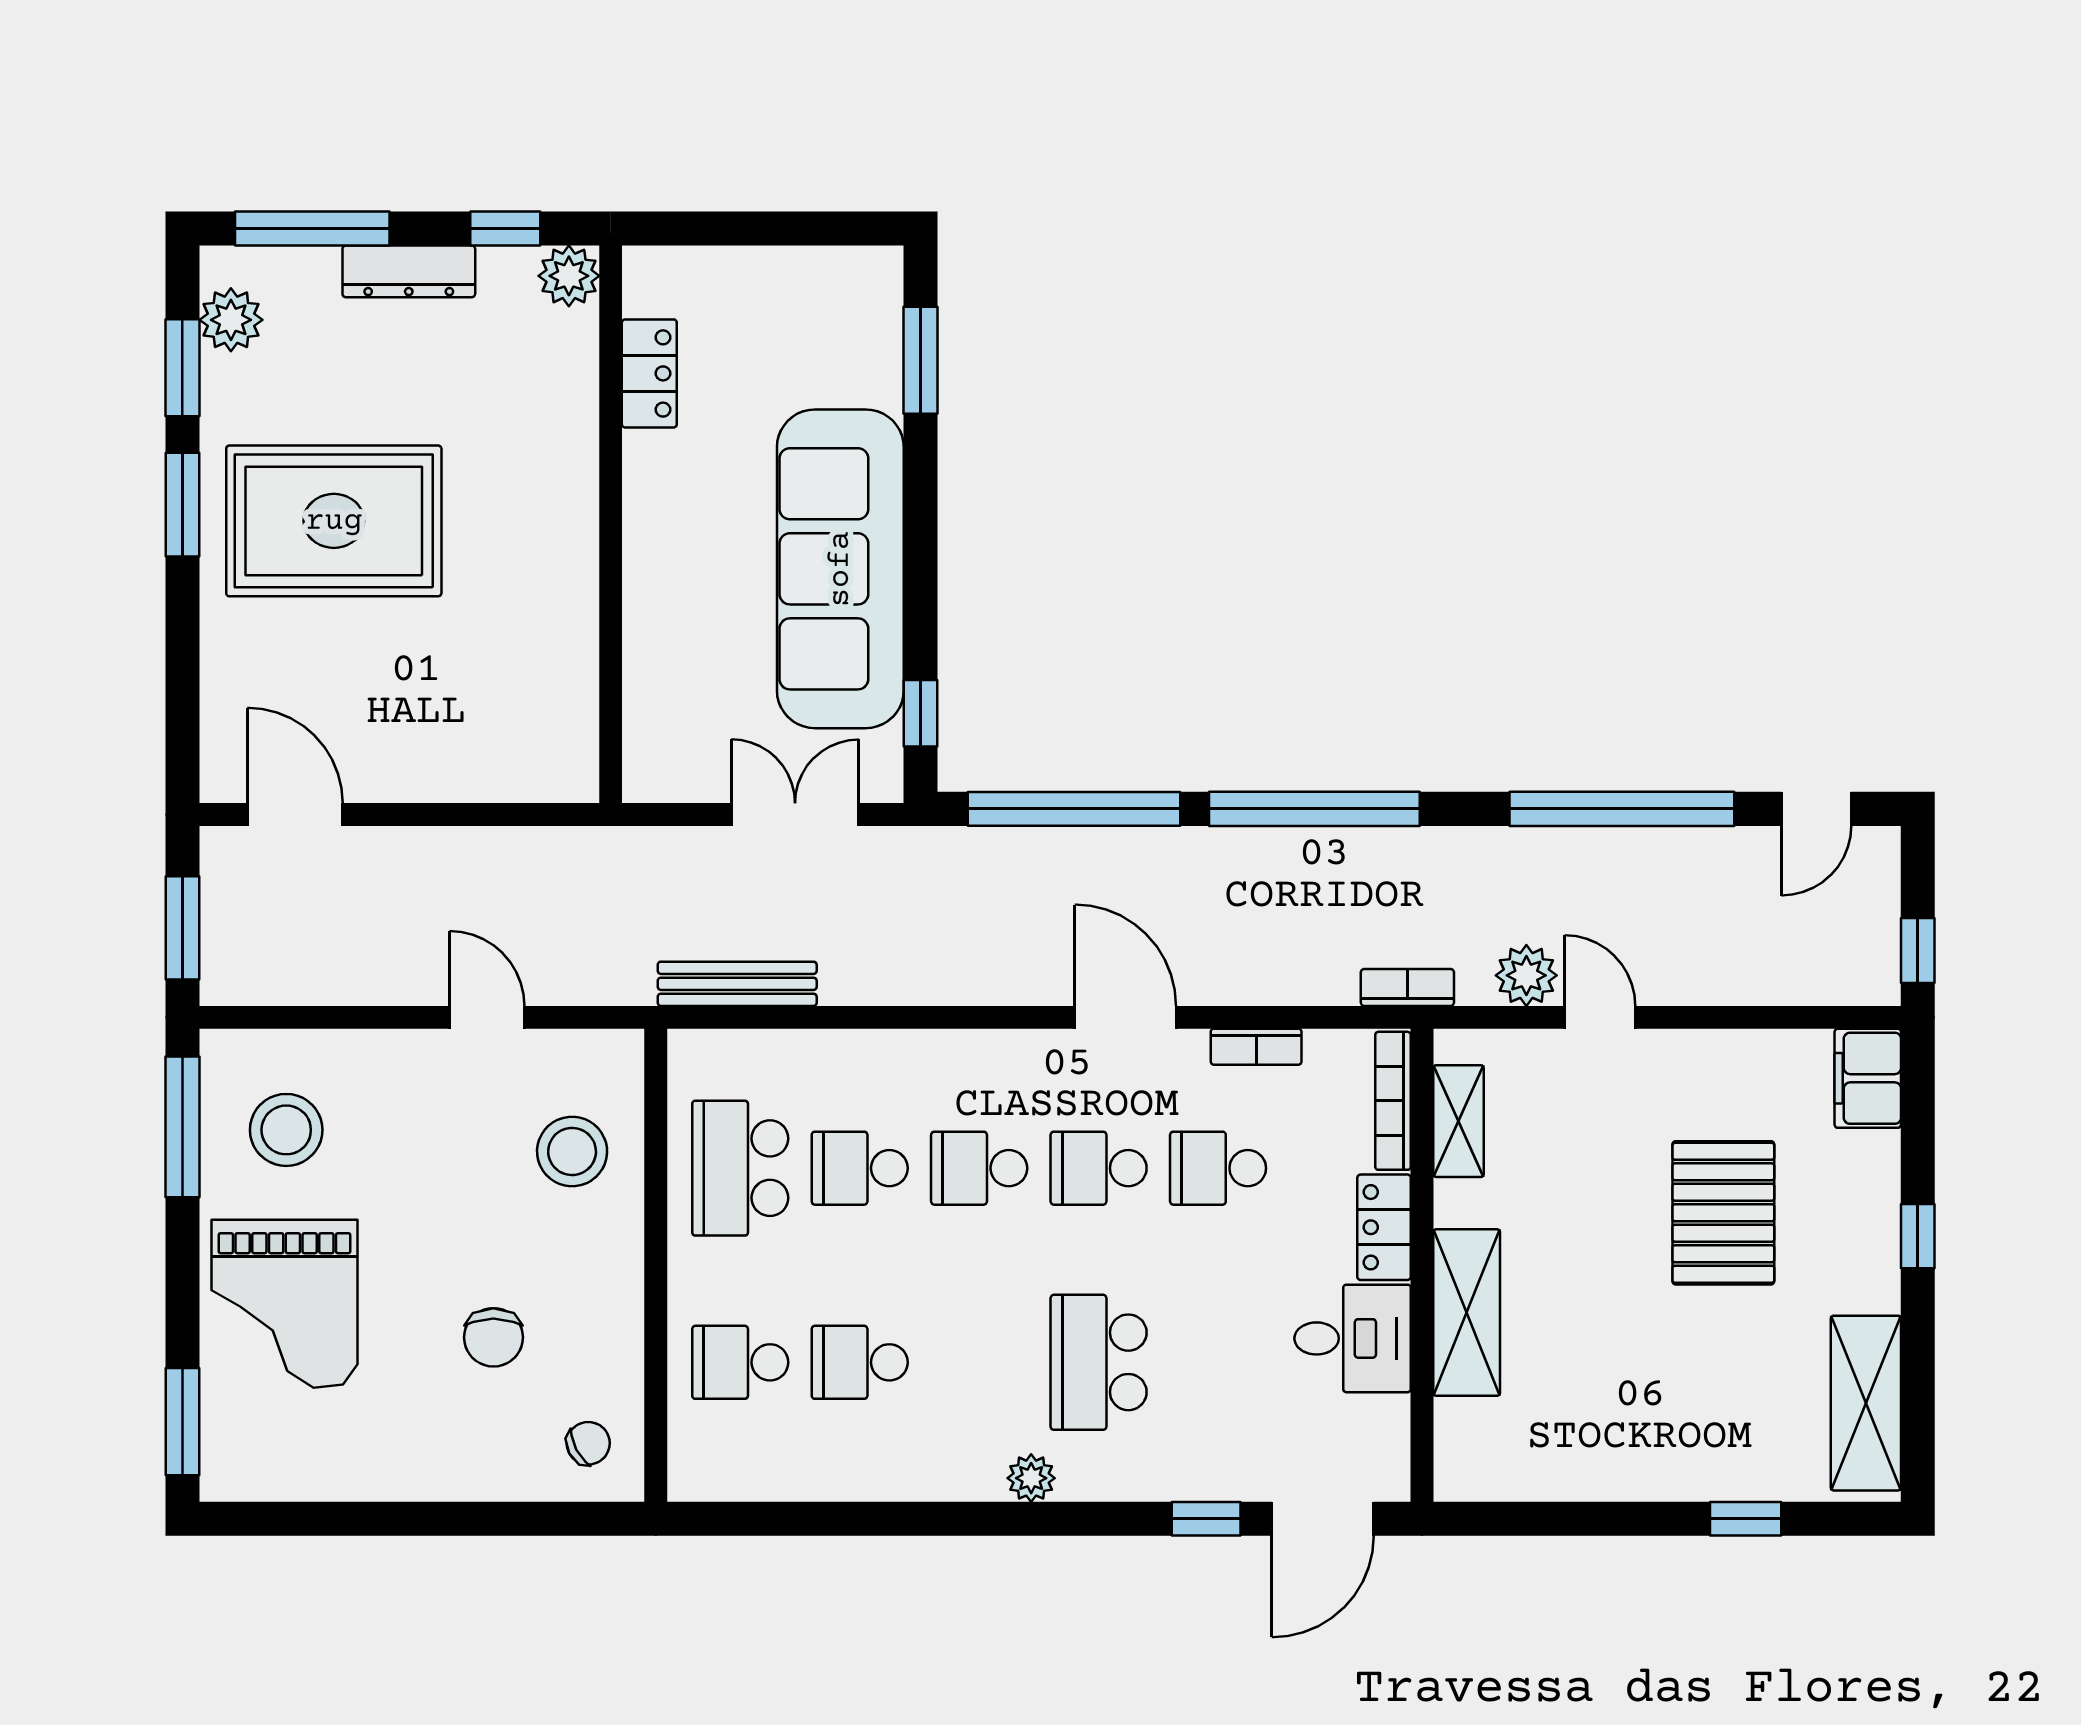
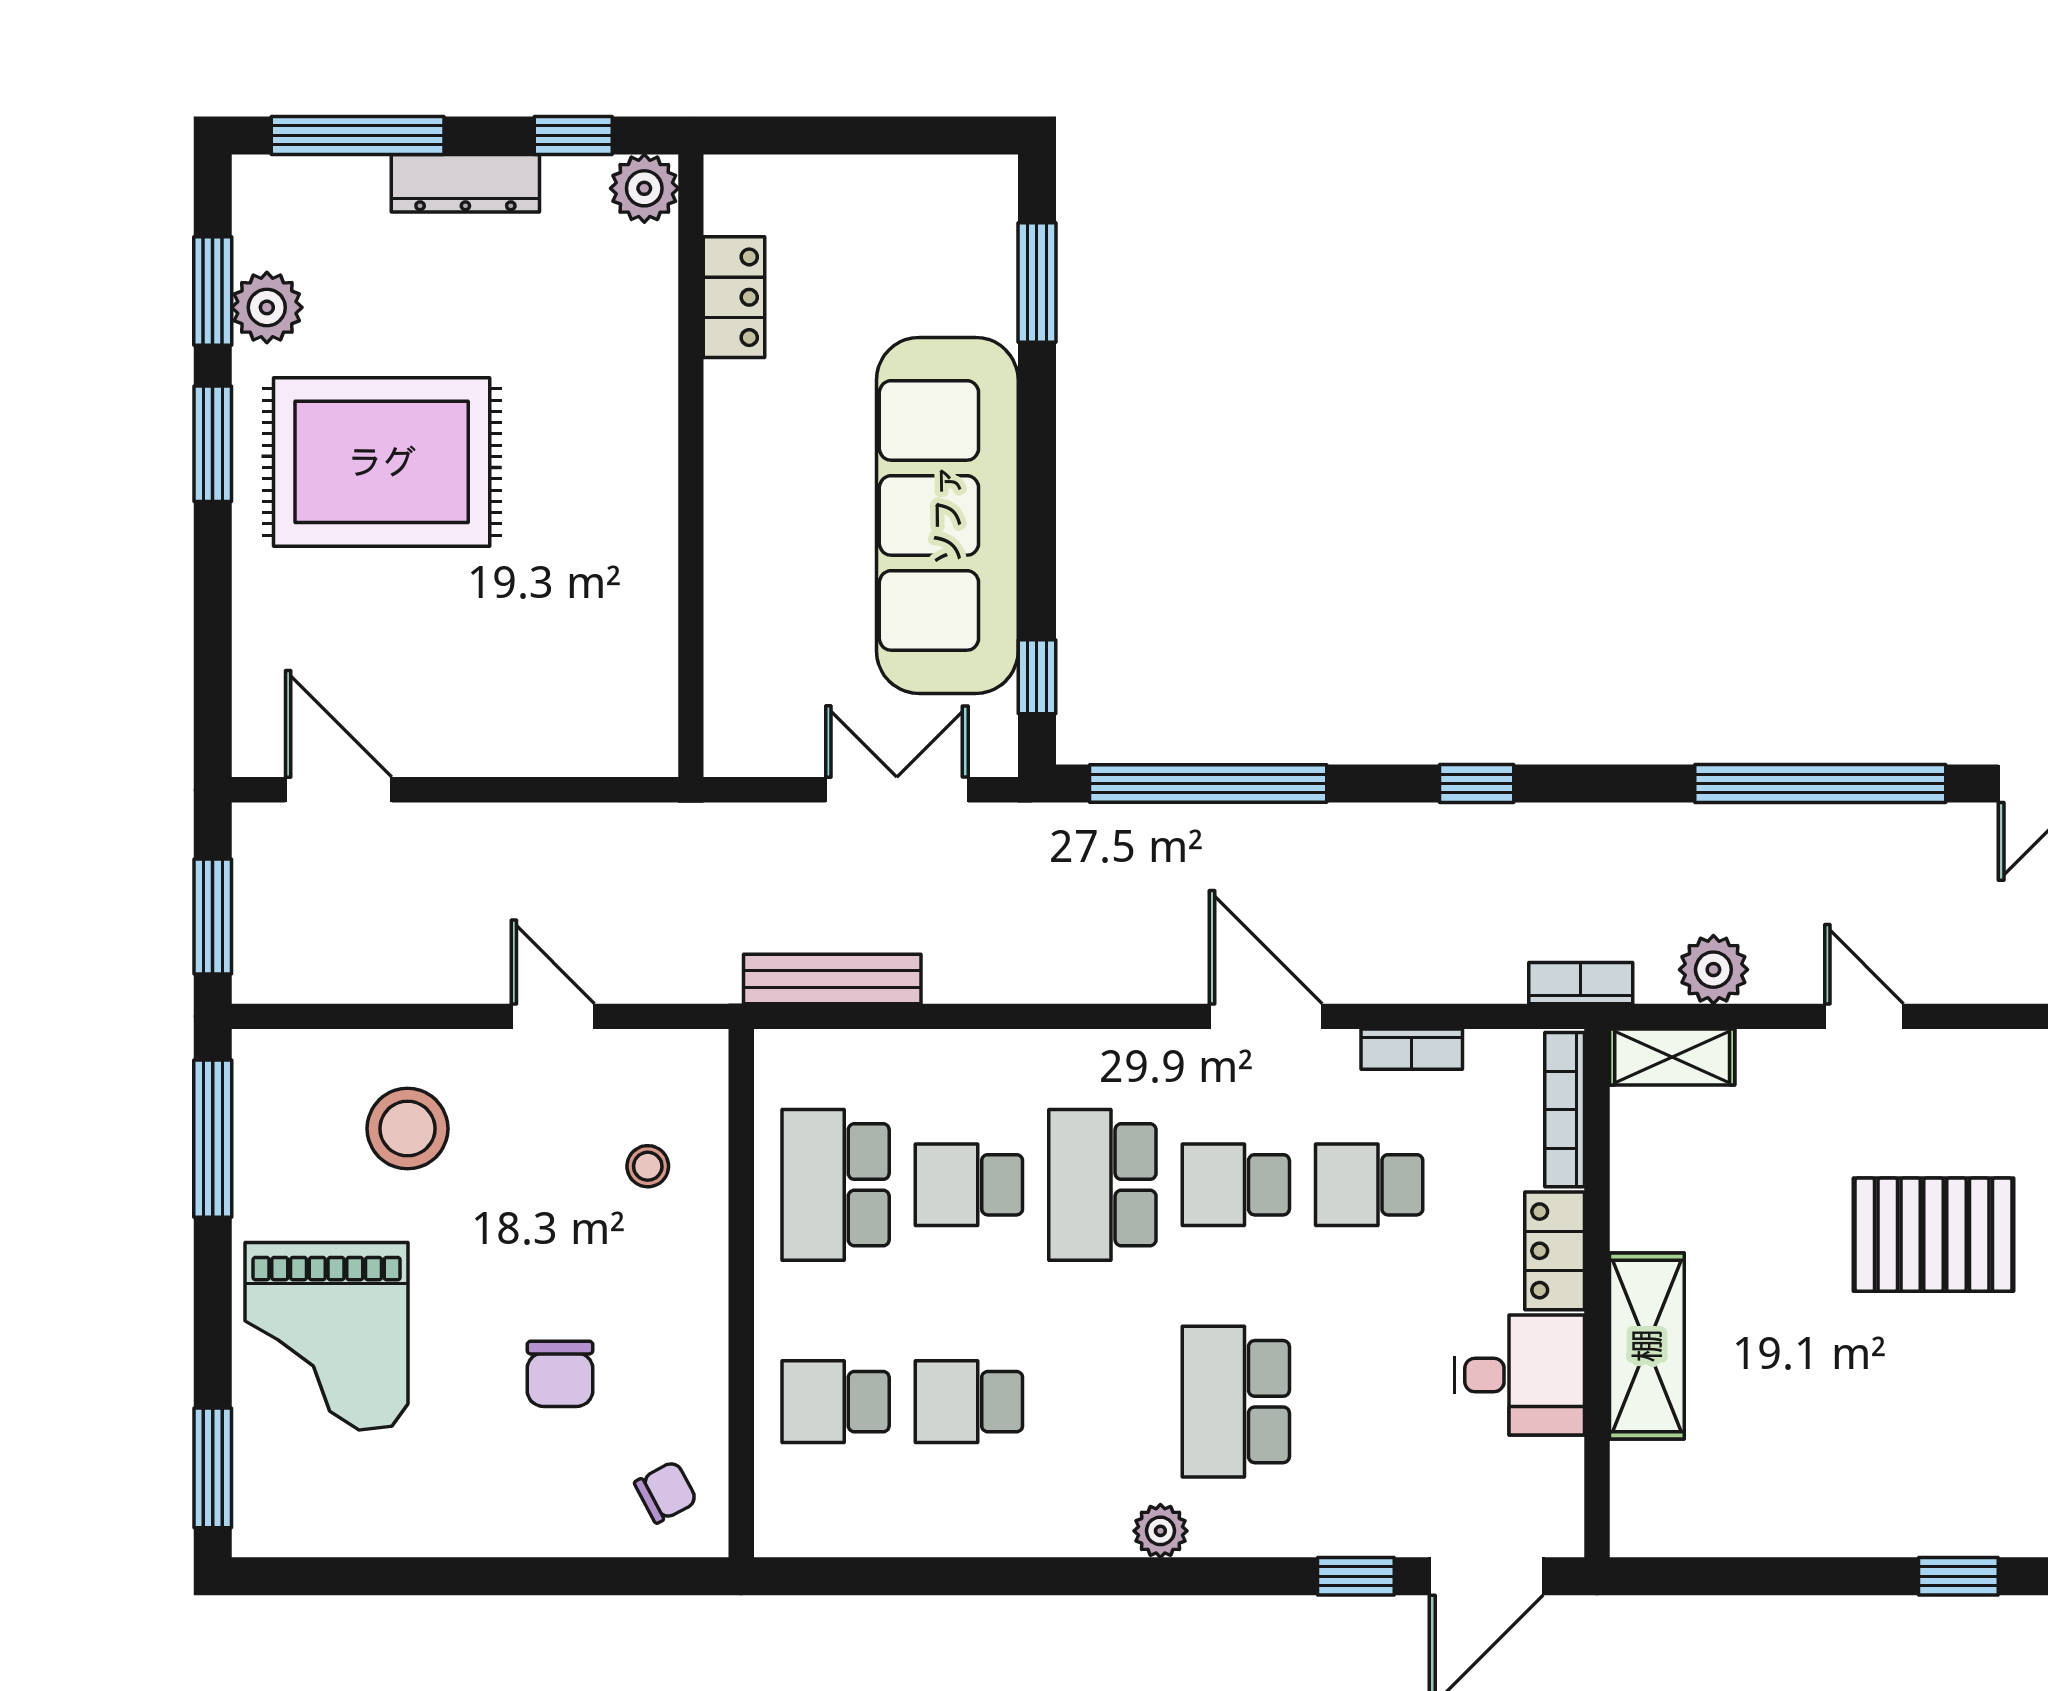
plant: (231, 320) -> (267, 307), moved
window: (1314, 809) -> (1477, 784), width x0.32
door: (1600, 1017) -> (1864, 1016), moved
shelving: (1458, 1121) -> (1672, 1057), moved, turned 90
stool: (286, 1130) -> (407, 1129), moved
stool: (572, 1152) -> (648, 1166), width x0.53, depth x0.53
school desk: (979, 1168) -> (1102, 1185), width x1.85
pallet: (1723, 1213) -> (1934, 1235), turned 90

